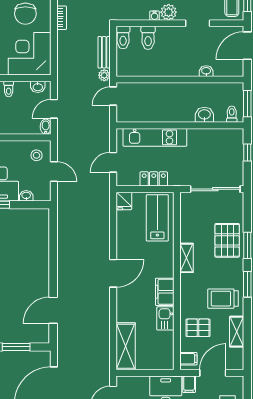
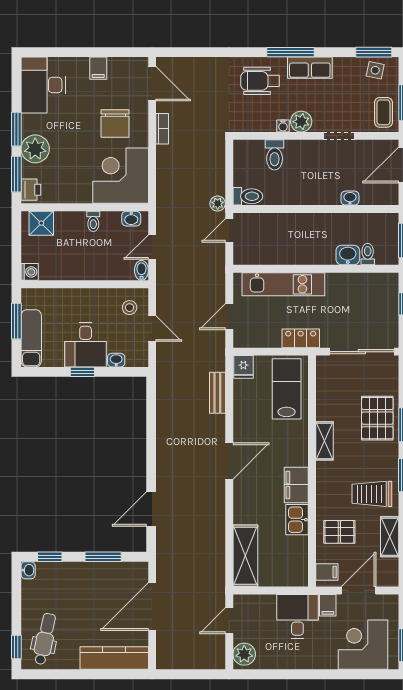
toilet: (123, 38) -> (248, 196), moved, turned -90
bench: (104, 52) -> (217, 393), moved
toilet: (232, 114) -> (368, 254), moved
locker: (154, 179) -> (301, 338), moved

